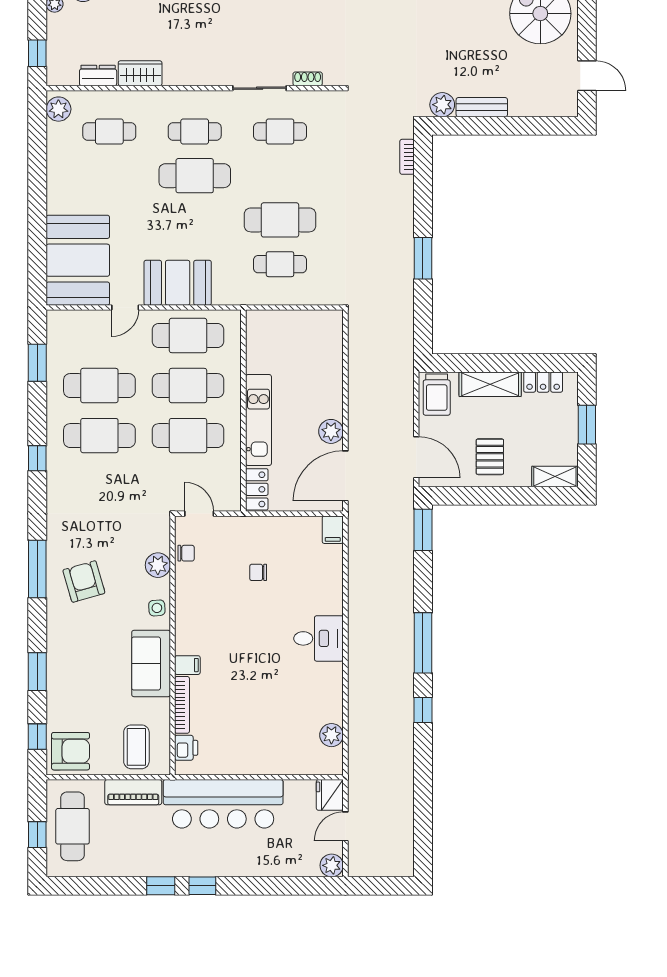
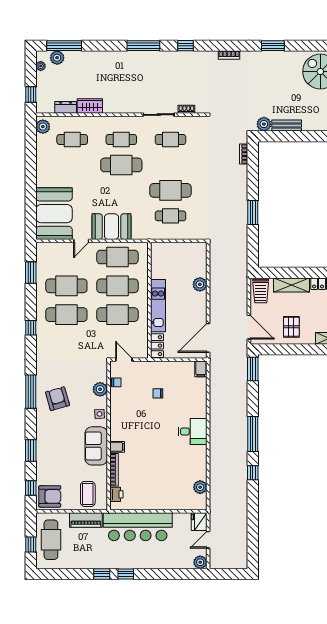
plant: (331, 431) -> (200, 284), moved

